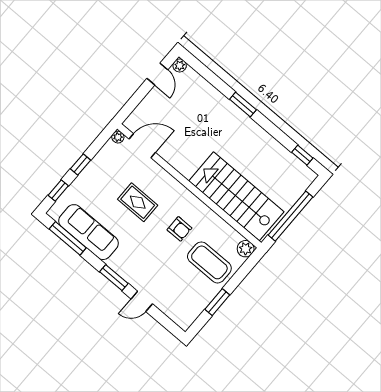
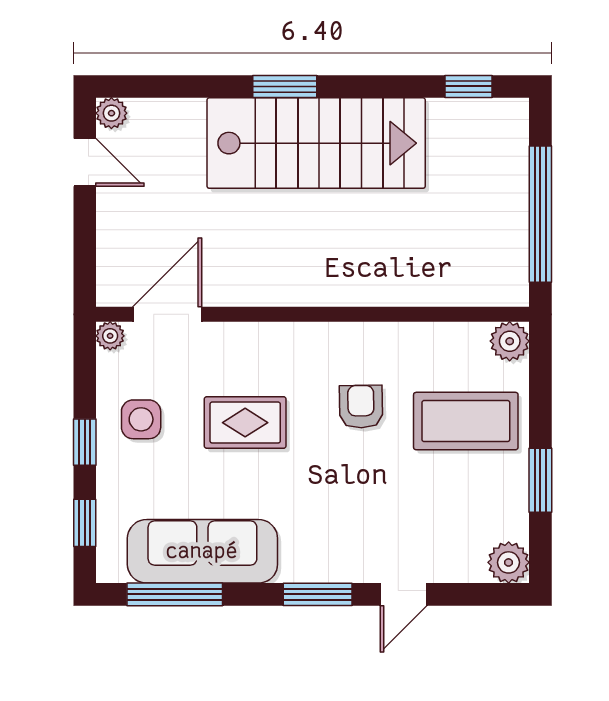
side table: (105, 173) -> (141, 419), added
stairs: (236, 196) -> (316, 143), moved, turned 180
armchair: (179, 229) -> (361, 407), turned -91
plant: (184, 320) -> (509, 562), added

